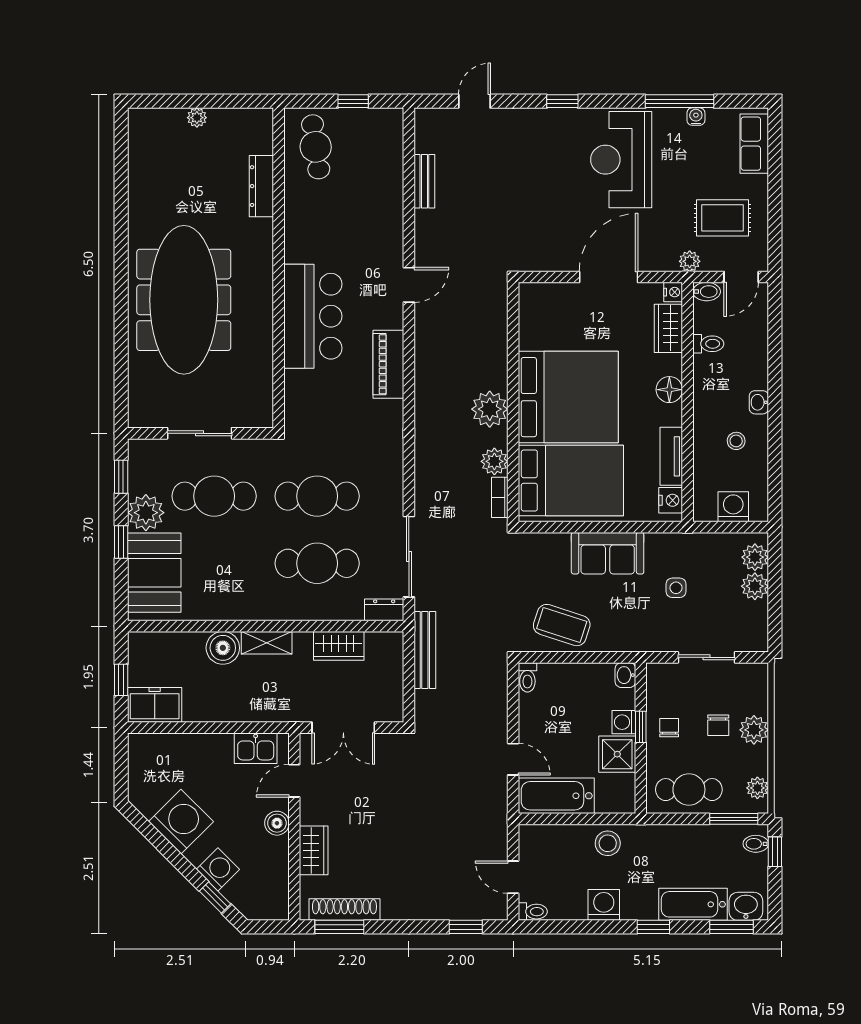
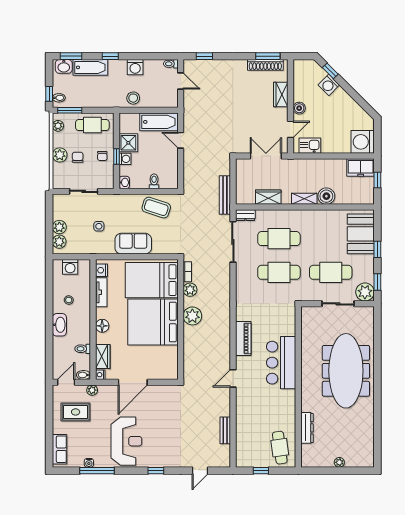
washbasin: (759, 402) -> (59, 325), width x1.91, depth x1.45
plant: (146, 513) -> (365, 292), moved
toilet: (527, 677) -> (154, 181), moved
washing machine: (181, 822) -> (363, 142), moved, turned 45

